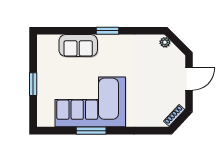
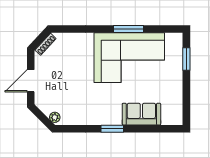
window: (33, 84) -> (186, 59), moved

